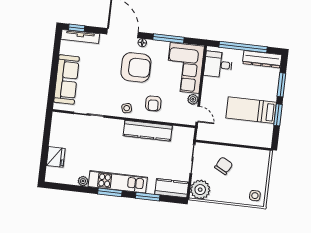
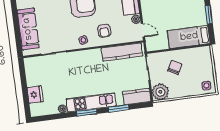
bed: (251, 110) -> (189, 37), moved
kitchen counter: (148, 131) -> (122, 52), moved

